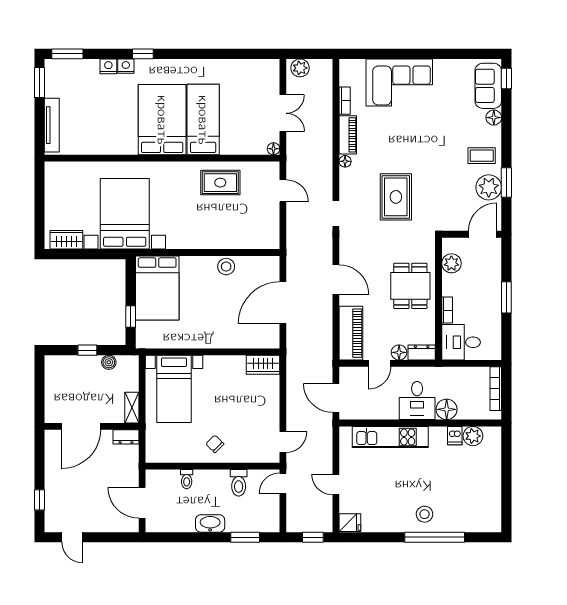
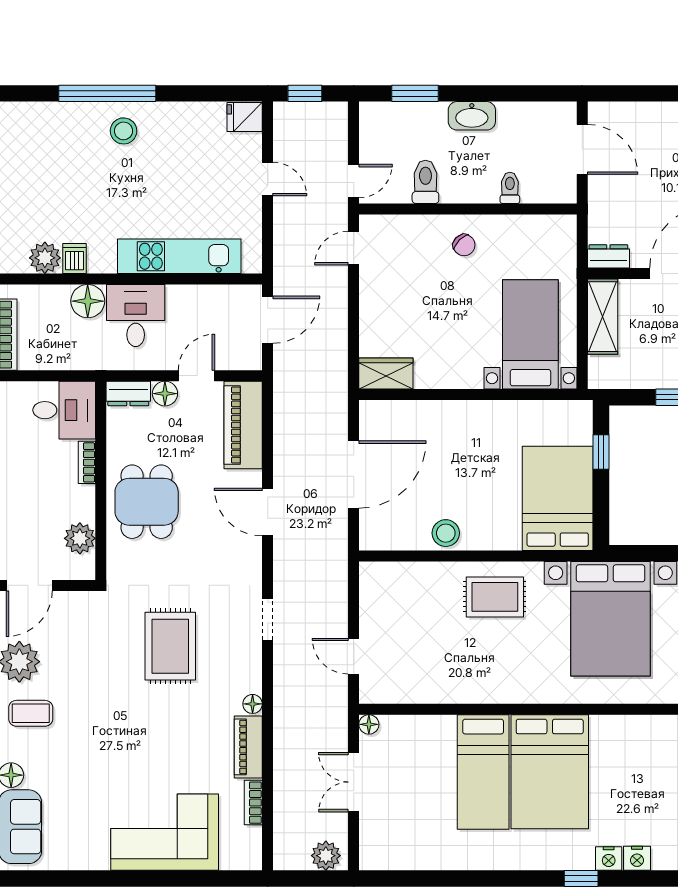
rug: (220, 183) -> (495, 597), moved
boiler: (109, 362) -> (636, 378), removed
door: (336, 398) -> (268, 320), hinge flipped
shelving: (132, 408) -> (603, 317), width x1.50, depth x1.33

